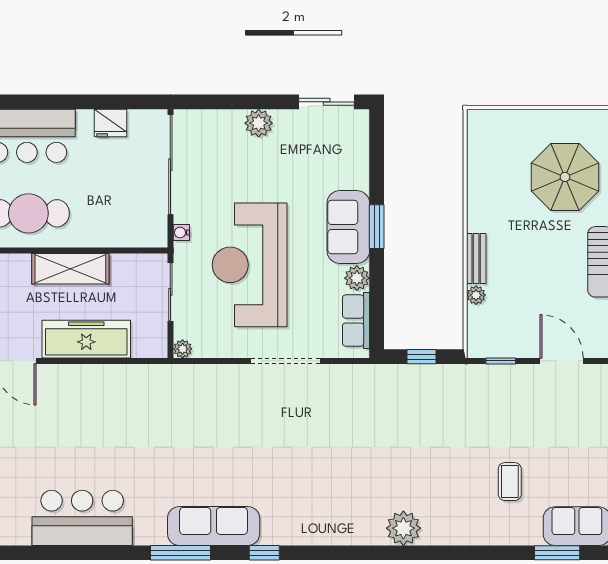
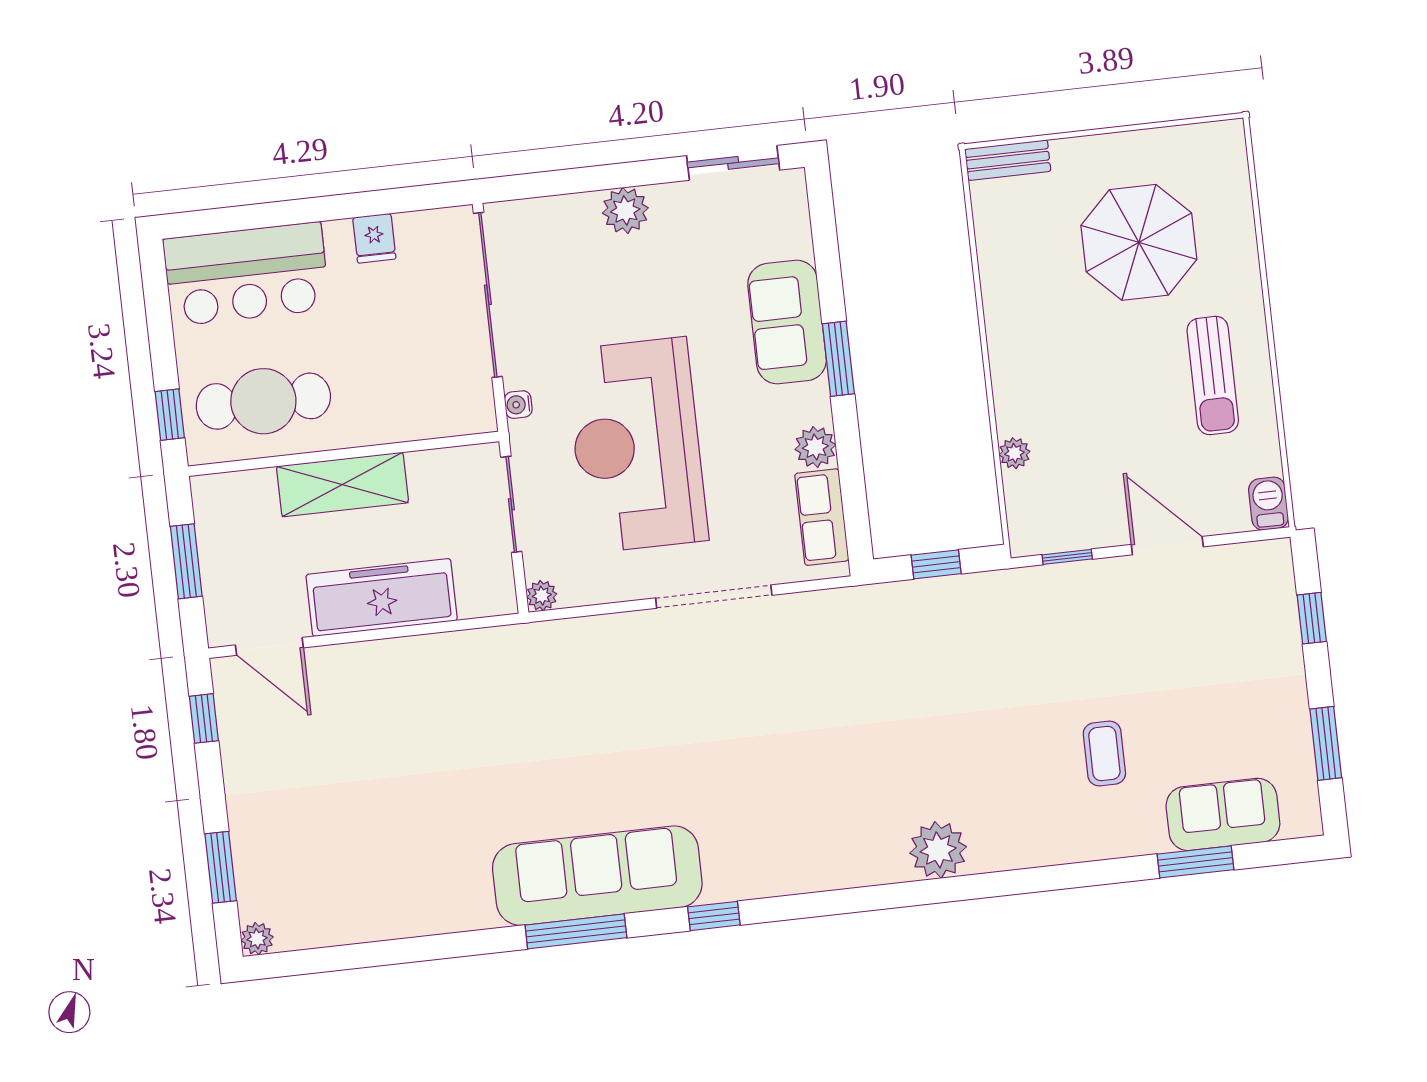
fridge: (111, 123) -> (374, 238), width x0.72
sofa: (348, 227) -> (787, 322), moved
bench: (476, 259) -> (1008, 160), moved, turned 90
bar counter: (82, 518) -> (408, 892), removed
sofa: (214, 526) -> (597, 876), width x1.36, depth x1.27

